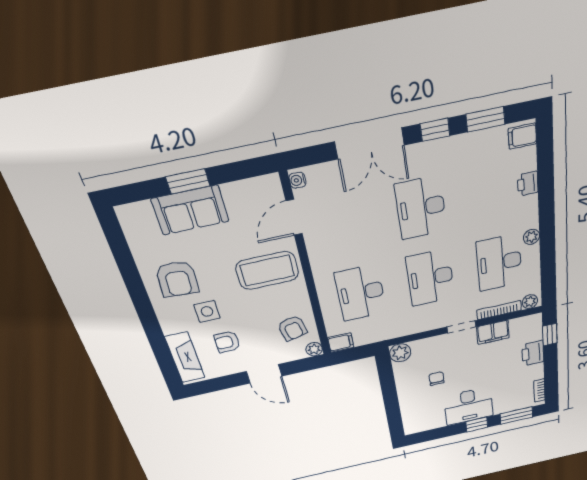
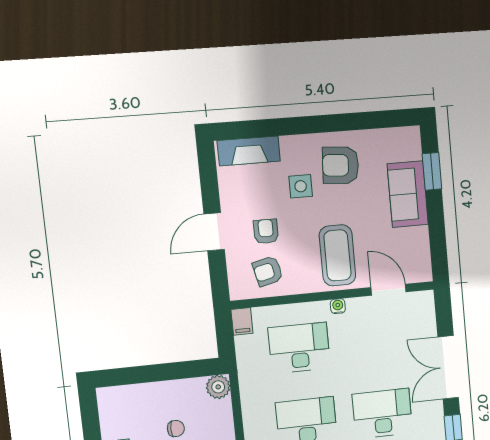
water cooler: (298, 180) -> (338, 306), moved
window: (188, 181) -> (432, 171), moved
armchair: (227, 342) -> (266, 231), moved
plant: (314, 349) -> (238, 291), removed

